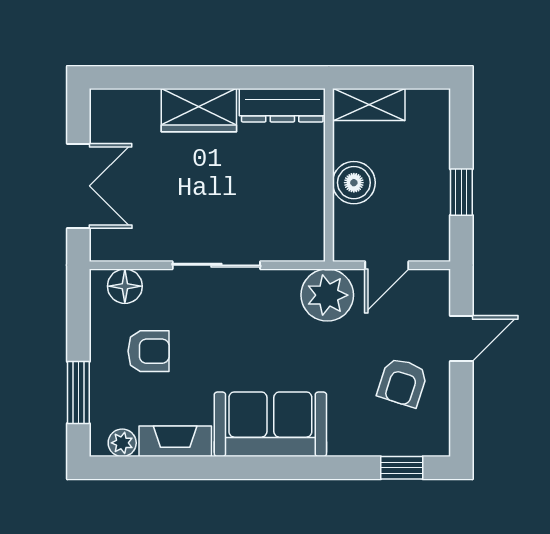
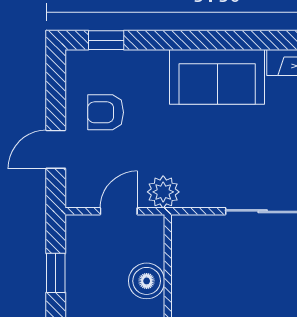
plant: (327, 295) -> (163, 192), width x0.73, depth x0.73
armchair: (402, 382) -> (106, 112), turned -108

